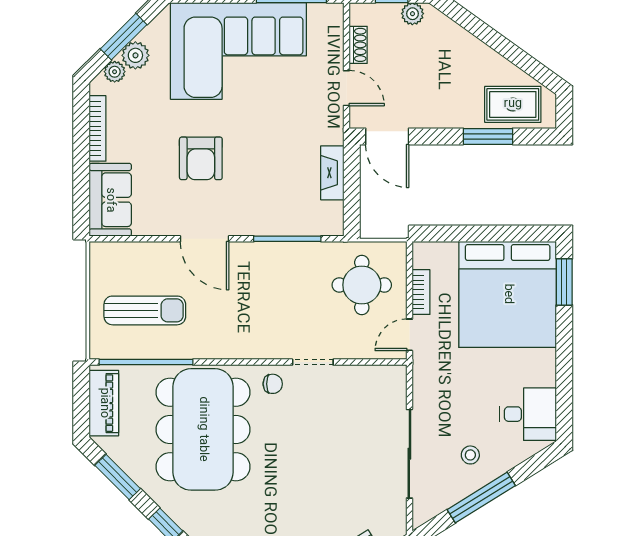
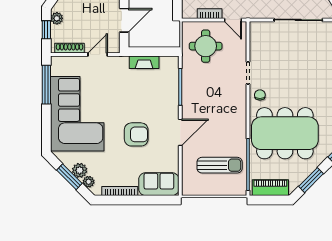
shoe rack: (358, 45) -> (70, 48), width x1.43
door: (387, 136) -> (124, 20), moved
sun lounger: (145, 310) -> (220, 165), turned 90

